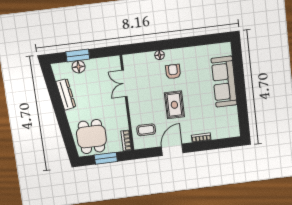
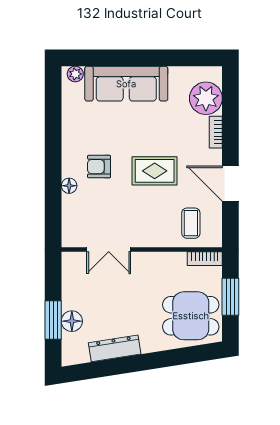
plant: (227, 51) -> (75, 74), added
plant: (220, 129) -> (206, 98), added

